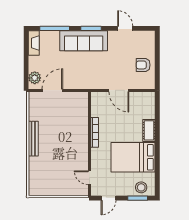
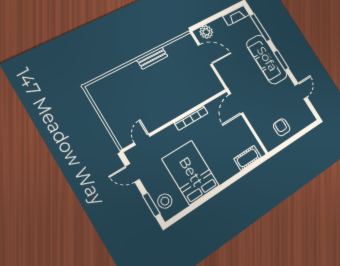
door: (119, 90) -> (236, 104), moved
cot: (149, 130) -> (248, 158), moved
bench: (33, 139) -> (152, 58), width x0.73

